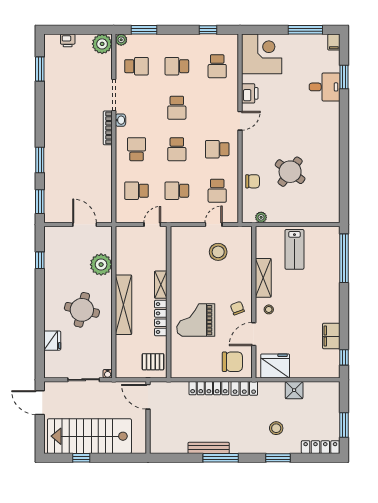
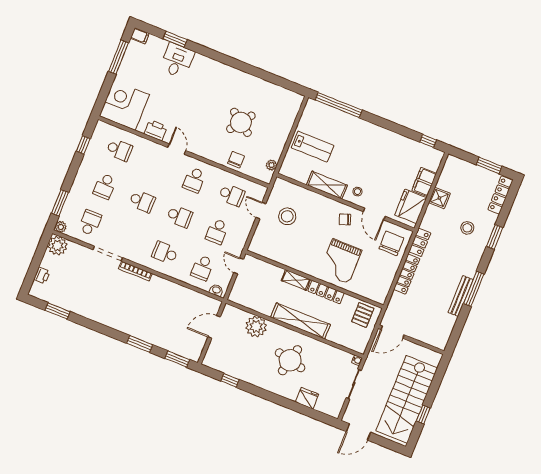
washbasin: (120, 120) -> (216, 290), moved
filing cabinet: (331, 336) -> (424, 182), moved, turned 90

